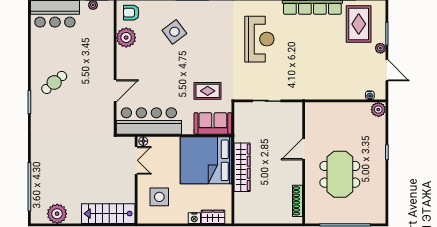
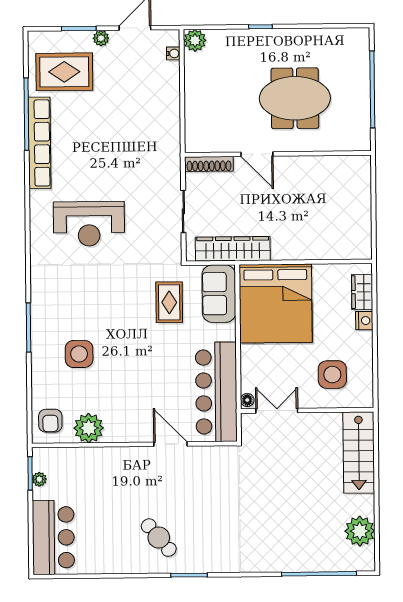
side table: (174, 32) -> (79, 354), turned 37
reception desk: (259, 39) -> (89, 224), turned 180
wardrobe: (242, 167) -> (233, 249), moved
shoe rack: (298, 201) -> (209, 164), moved

